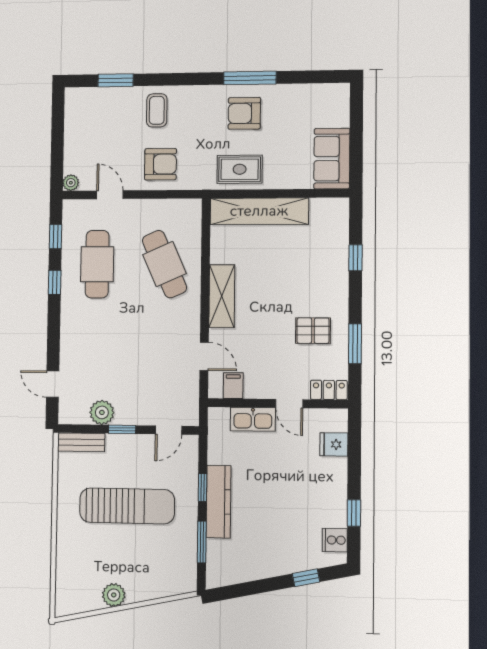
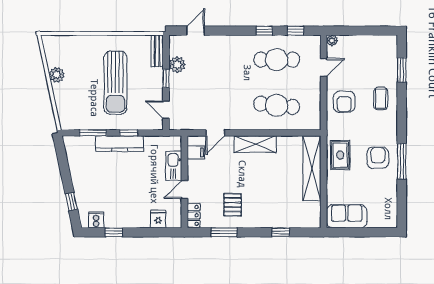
coffee table: (157, 110) -> (381, 99), turned 90
cafe table: (164, 264) -> (277, 105), turned 30

